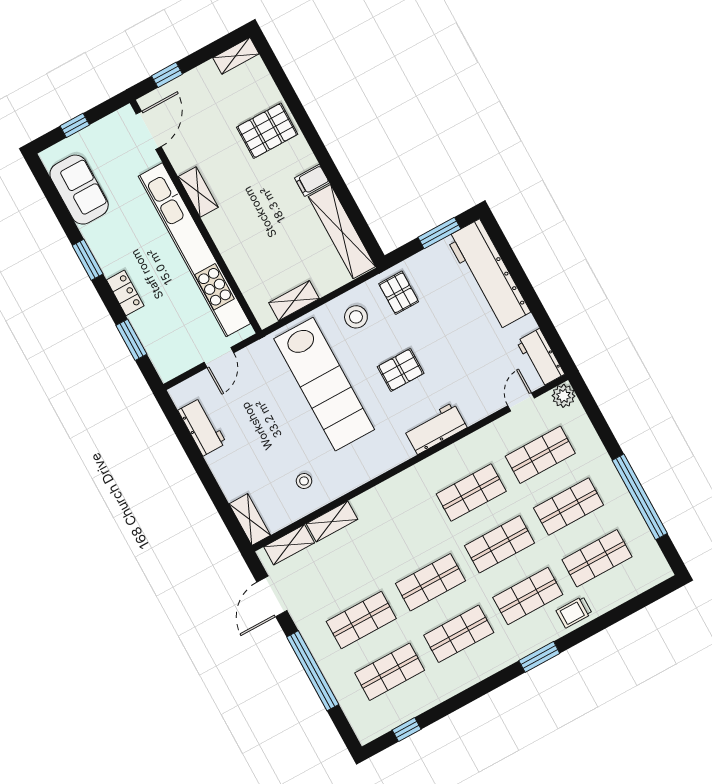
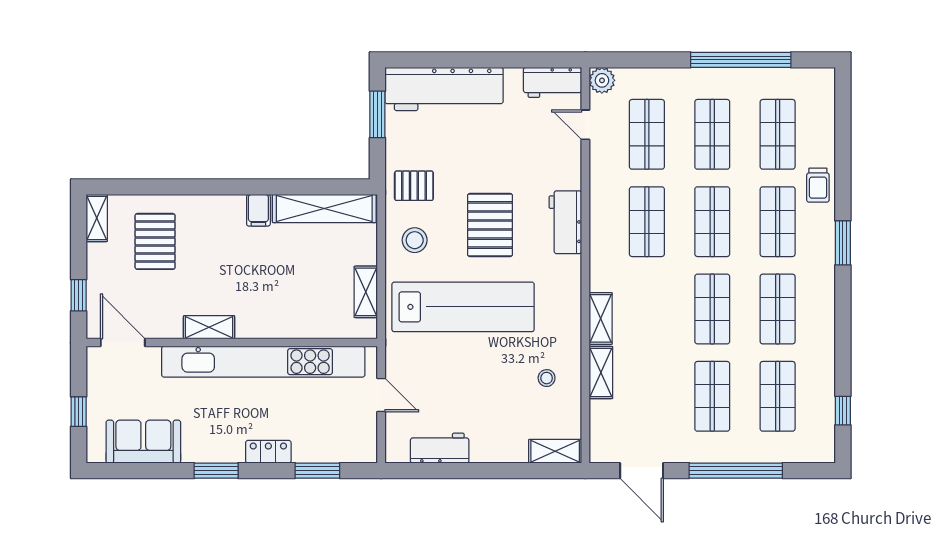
pallet: (267, 131) -> (155, 241), moved
pallet: (401, 370) -> (490, 225), width x1.50, depth x1.42
shelving: (289, 545) -> (601, 318), moved

